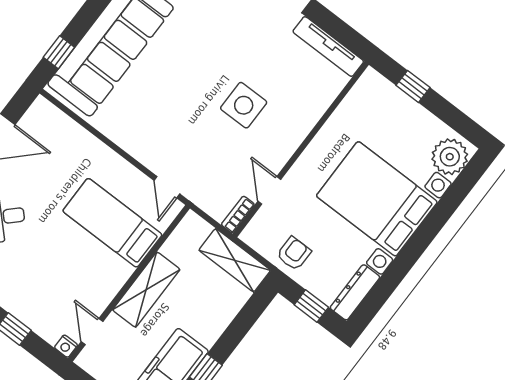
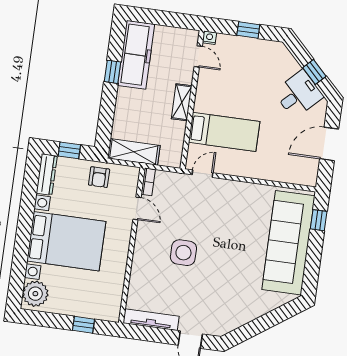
door: (167, 187) -> (202, 174), hinge flipped
shelving: (146, 290) -> (182, 102), width x0.67, depth x0.75

